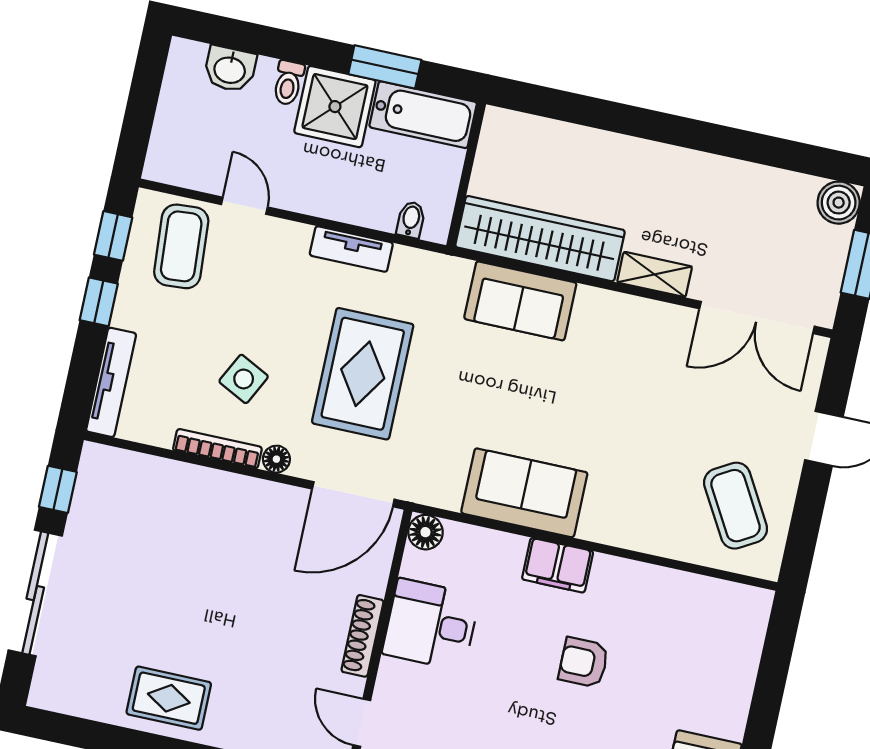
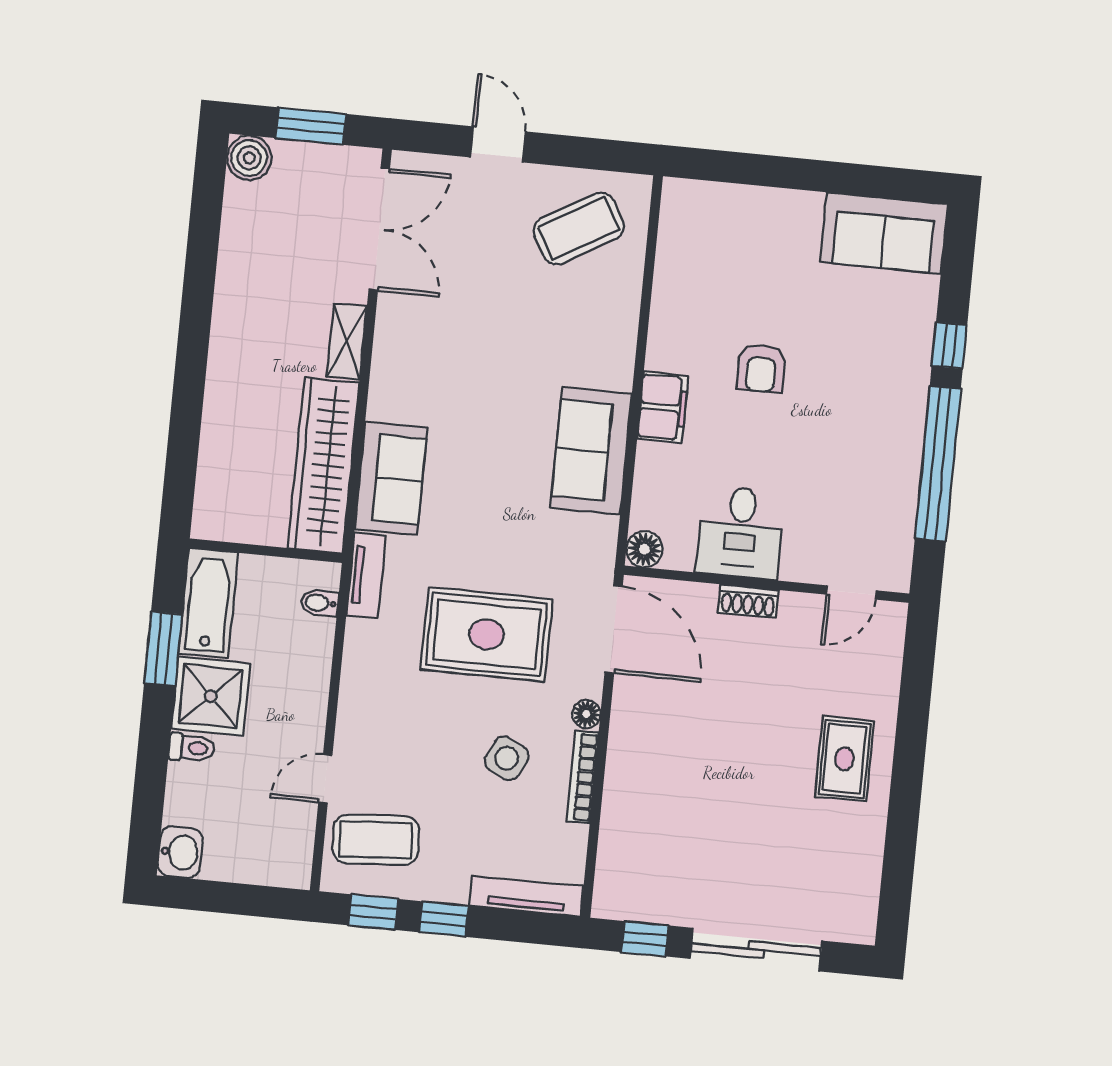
washbasin: (230, 69) -> (180, 852), moved
tv unit: (351, 249) -> (366, 576), moved
shoe rack: (362, 636) -> (748, 601), width x0.70
rug: (169, 698) -> (844, 759), moved

